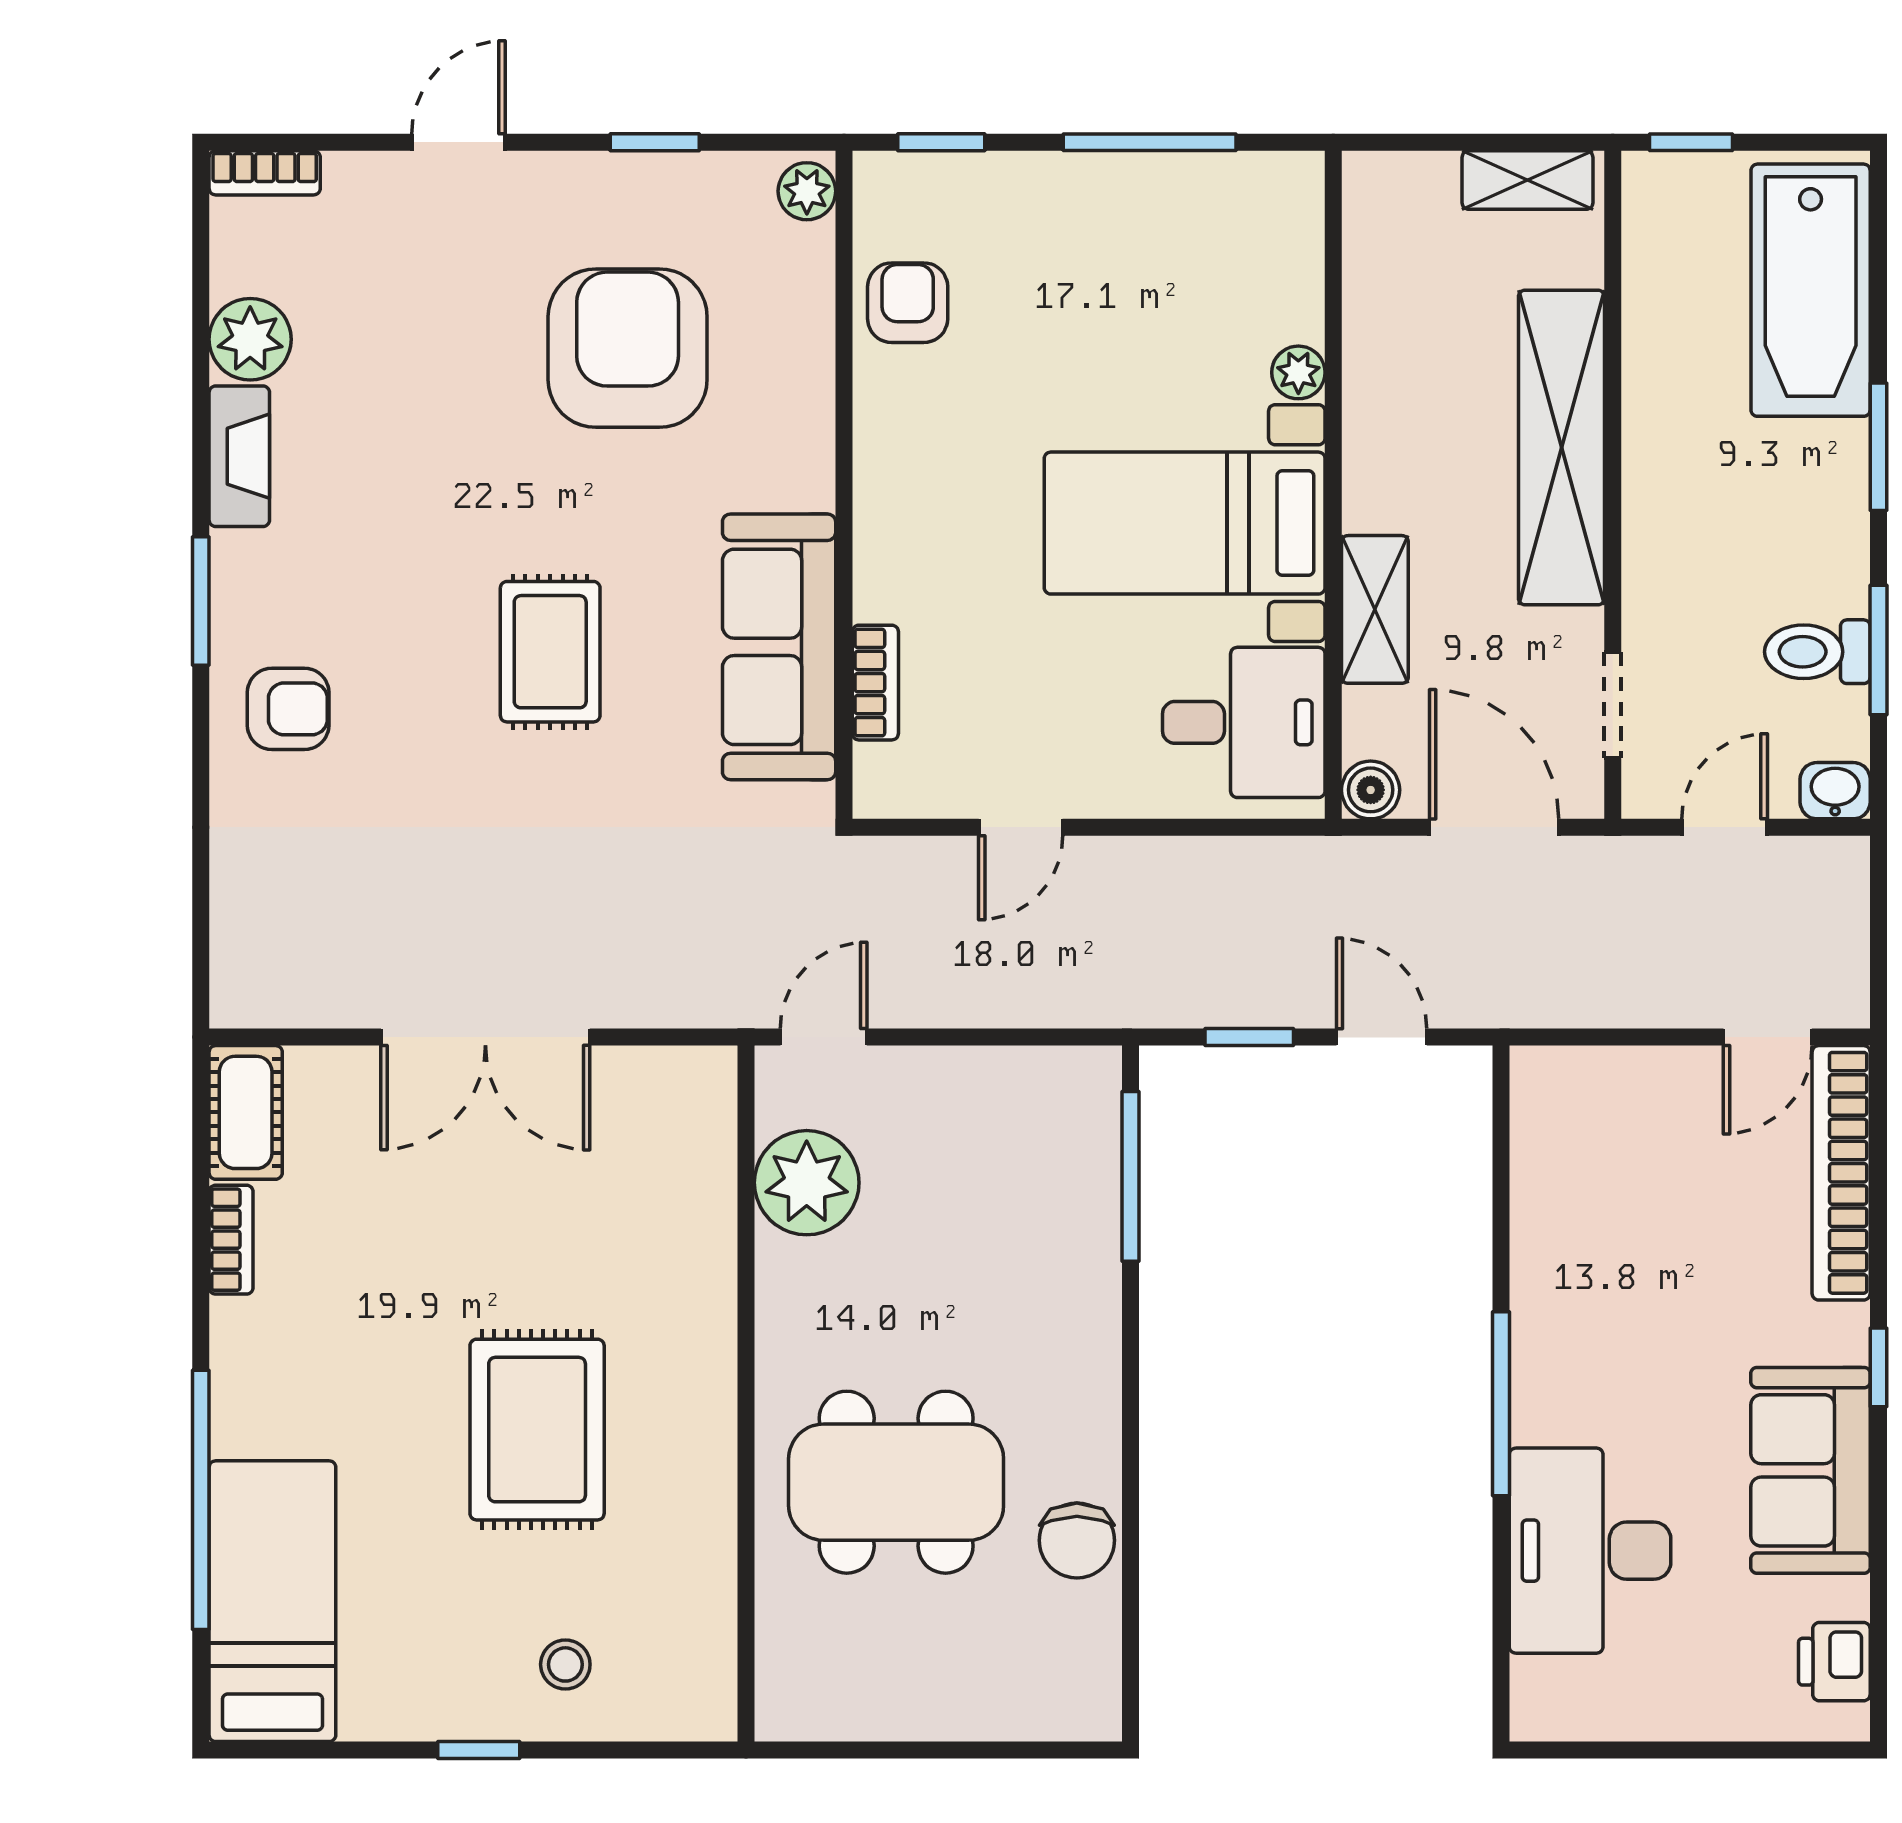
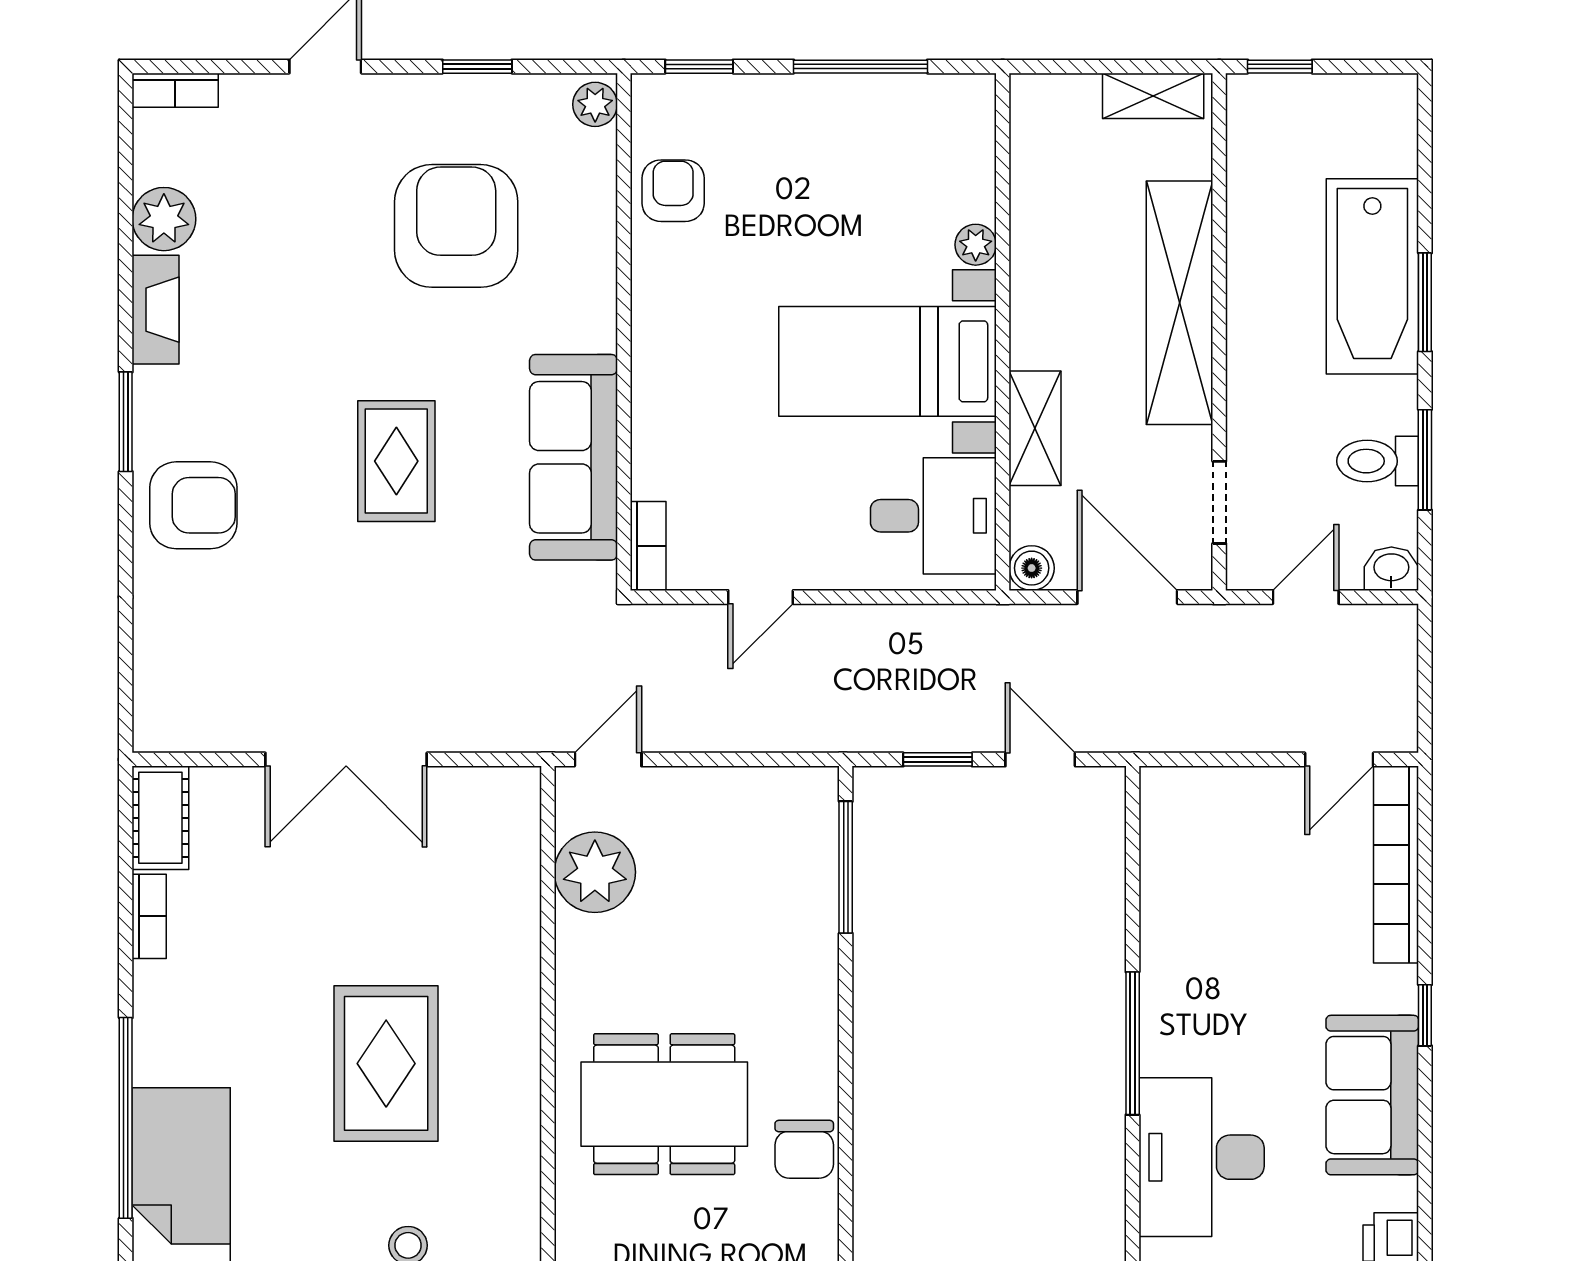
bathtub: (1811, 290) -> (1372, 276), moved
bookcase: (875, 683) -> (648, 546), moved
armchair: (288, 709) -> (193, 505), width x1.38, depth x1.38

